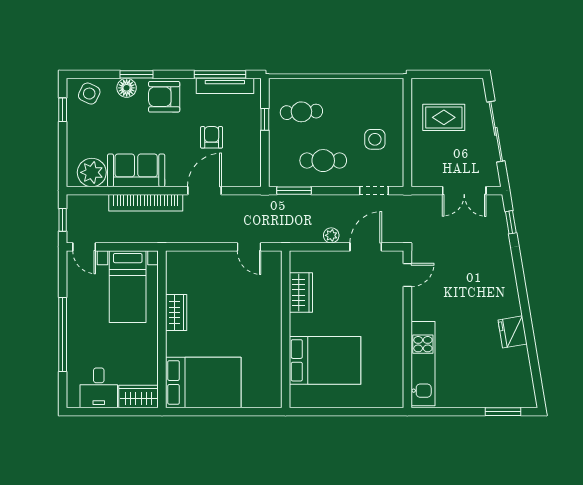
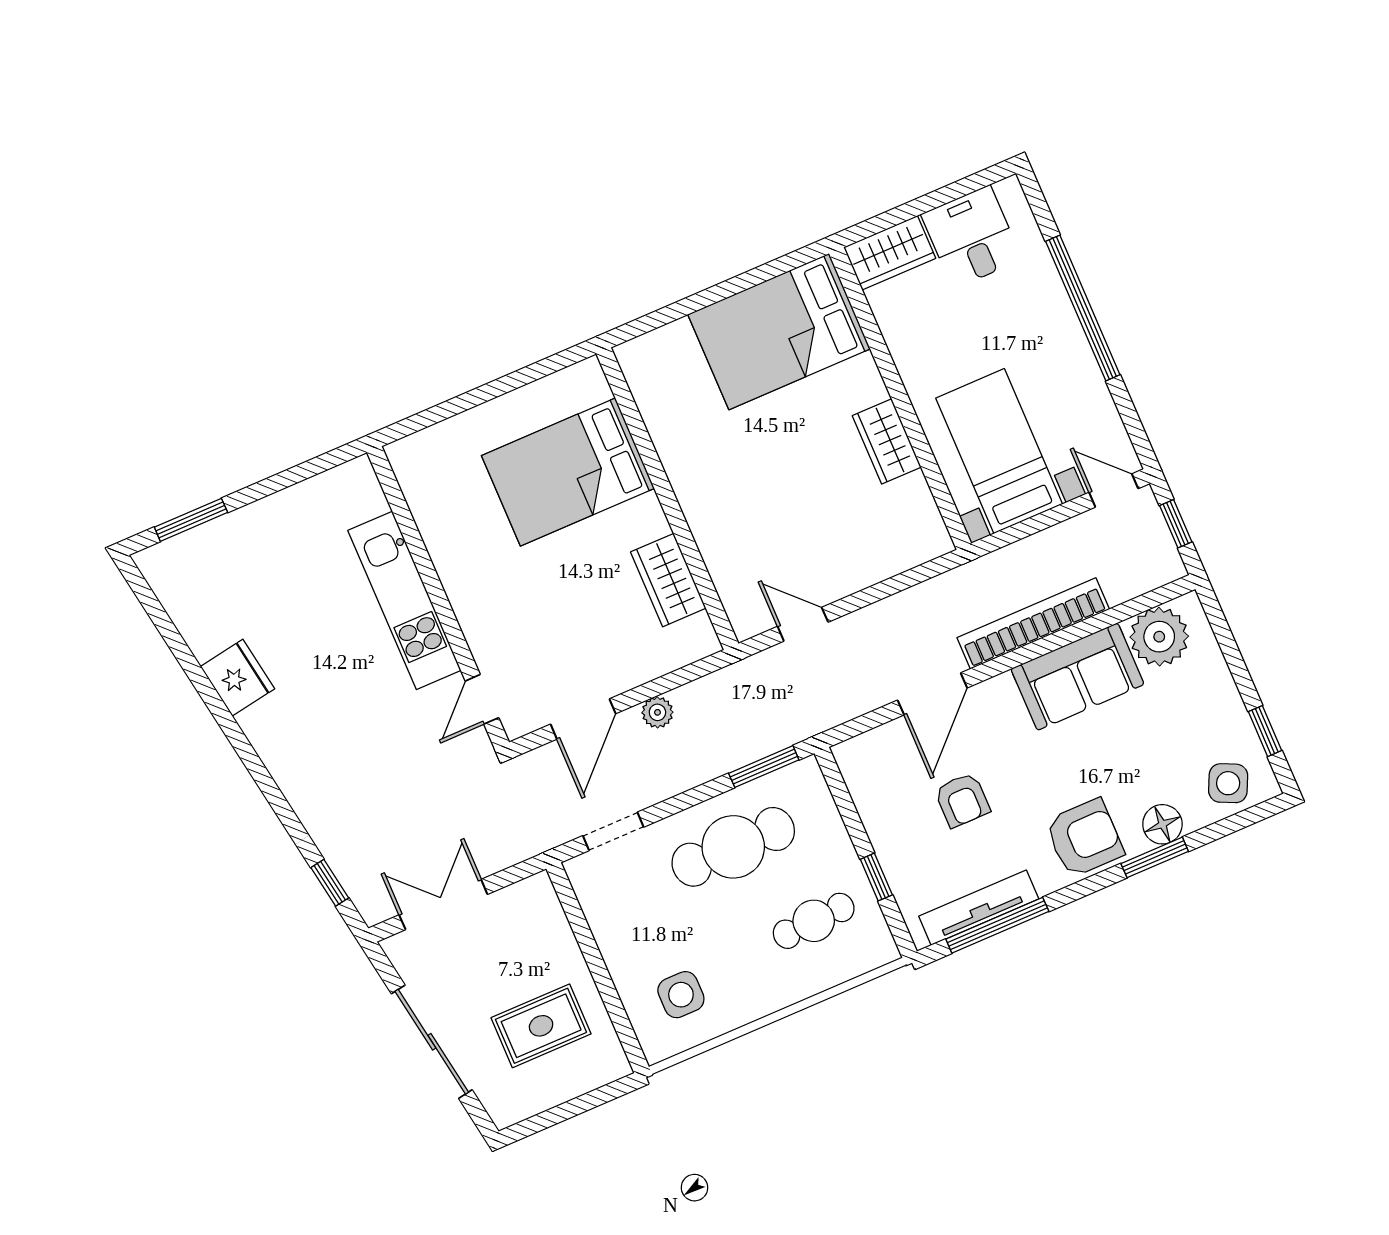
side table: (375, 139) -> (681, 995), moved
cafe table: (323, 161) -> (733, 847), width x1.37, depth x1.35
kitchen unit: (423, 364) -> (404, 600), moved

